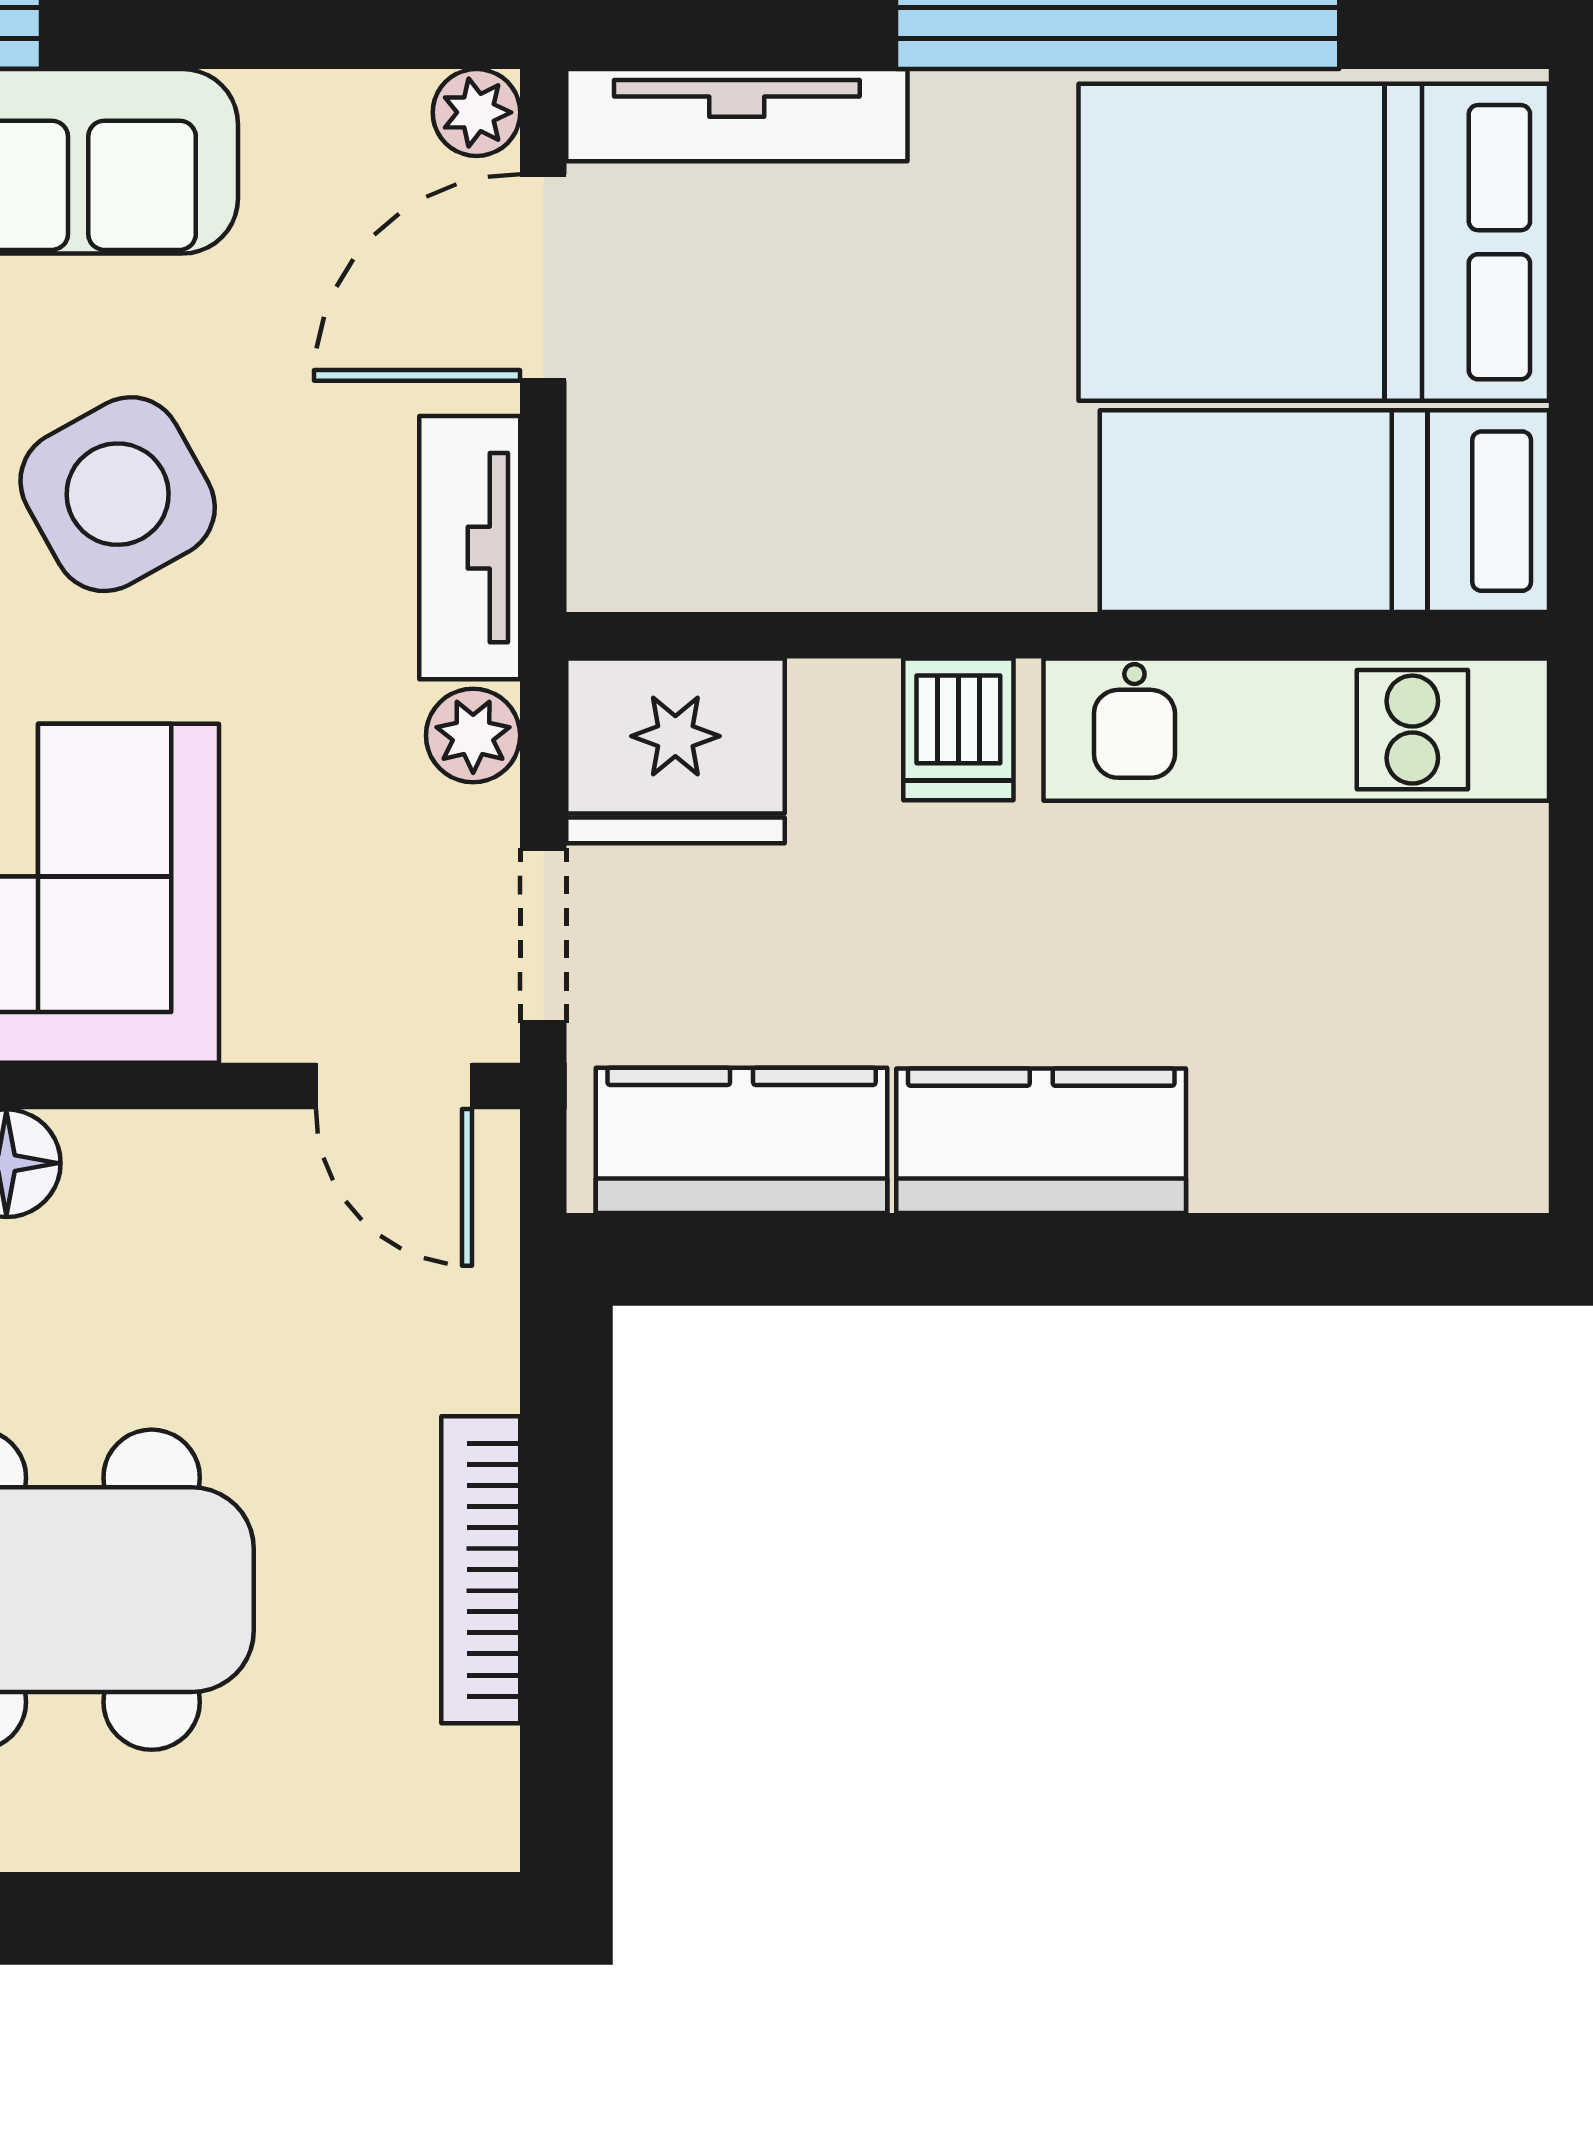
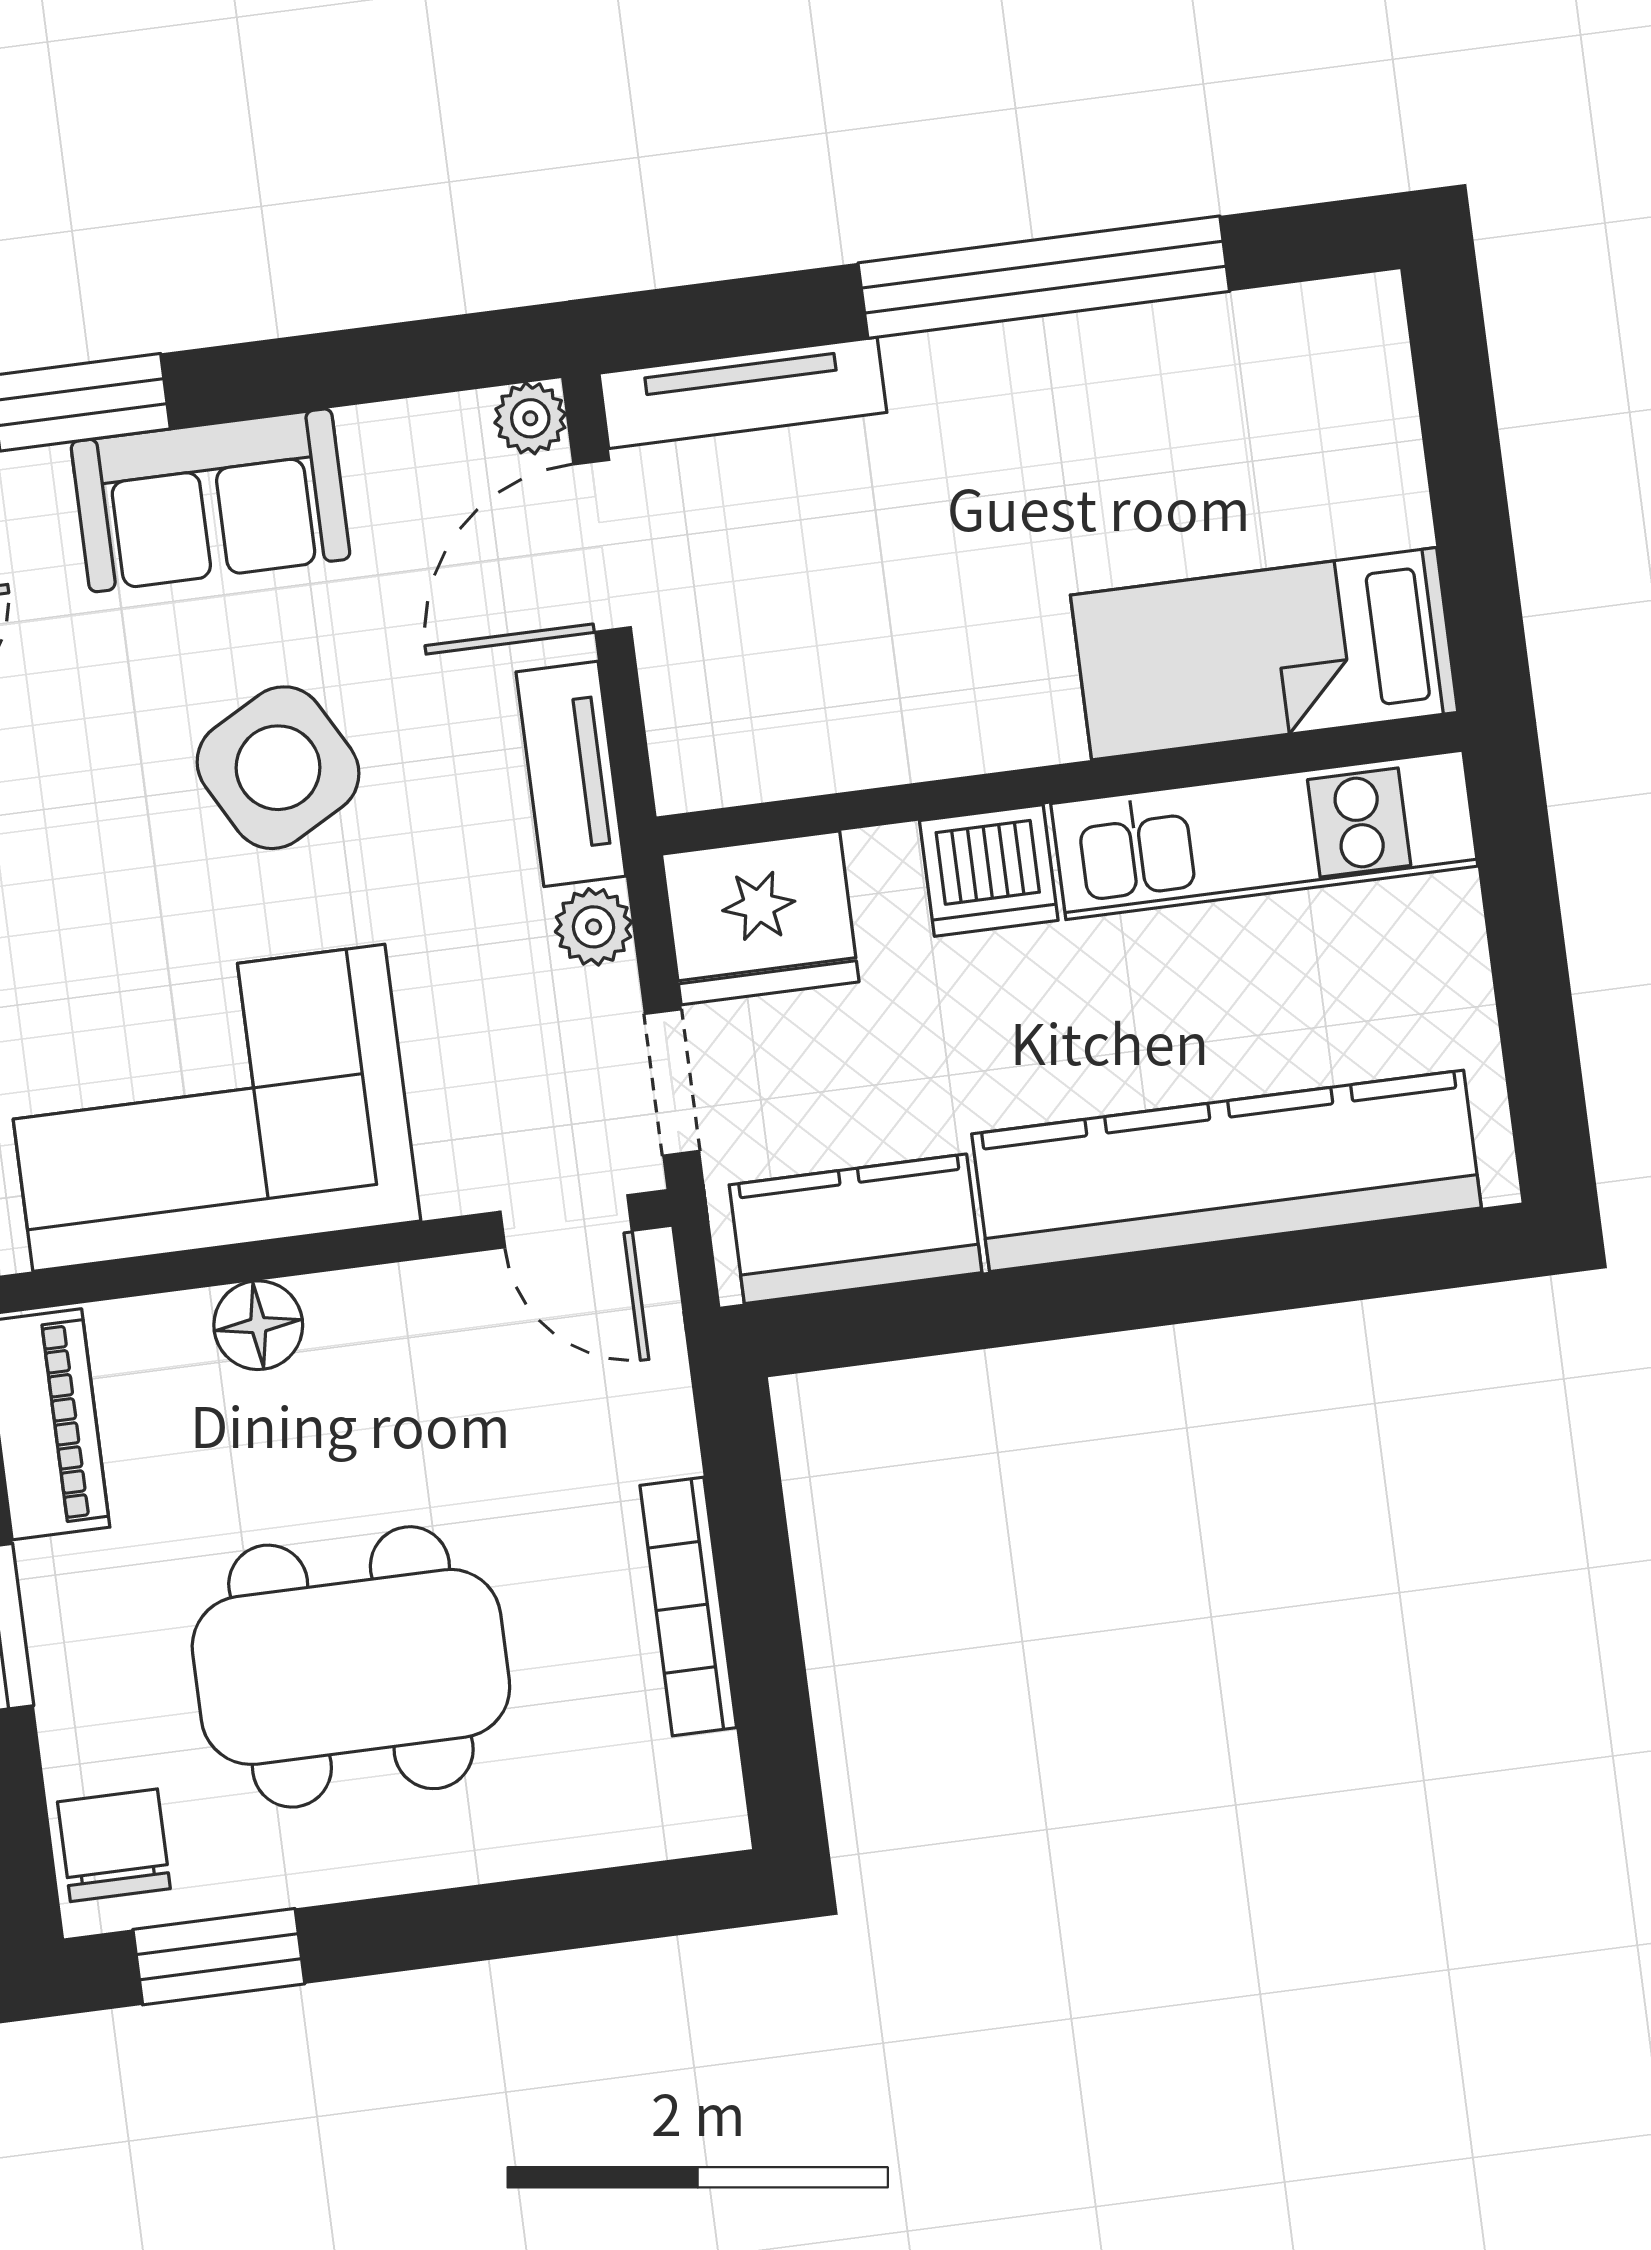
bed: (1314, 242) -> (1227, 435), removed
dishwasher: (958, 729) -> (989, 870), width x1.38
kitchen counter: (1041, 1141) -> (1227, 1171), width x2.08, depth x1.17

